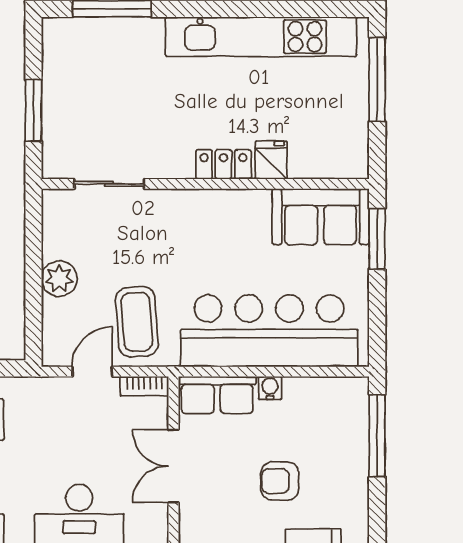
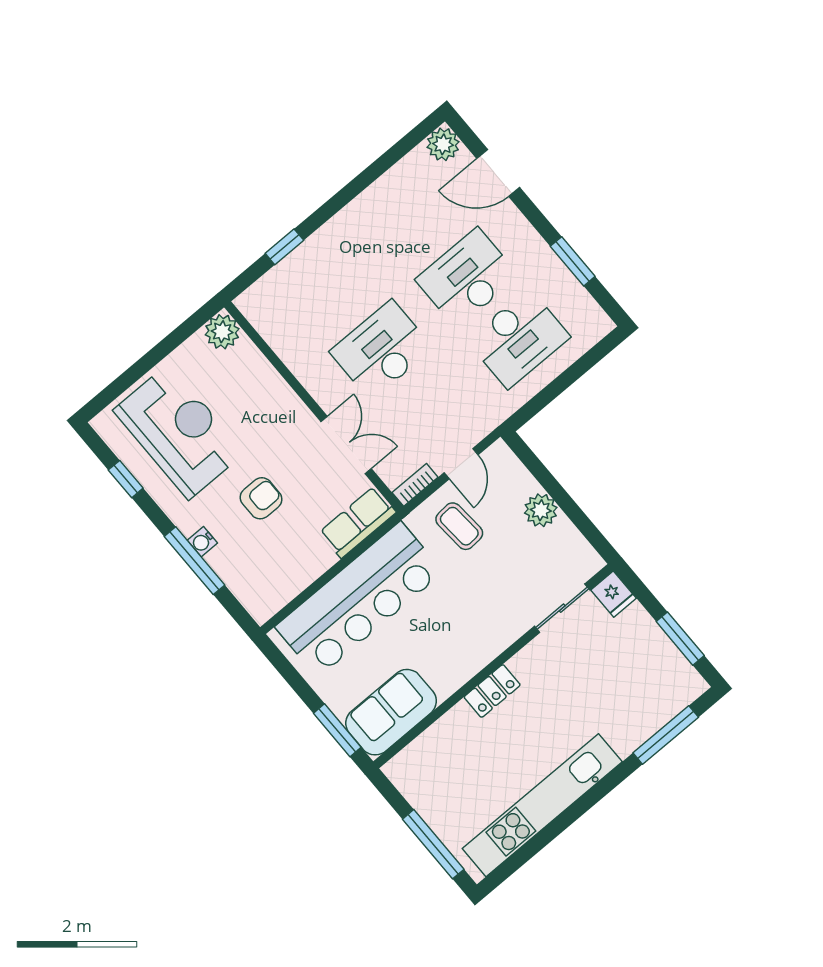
window: (34, 110) -> (680, 639), moved
fridge: (271, 160) -> (614, 594), moved
coffee table: (137, 322) -> (459, 526), width x0.73, depth x0.77
water cooler: (270, 388) -> (202, 542), moved, turned 90
window: (377, 436) -> (195, 561), moved

